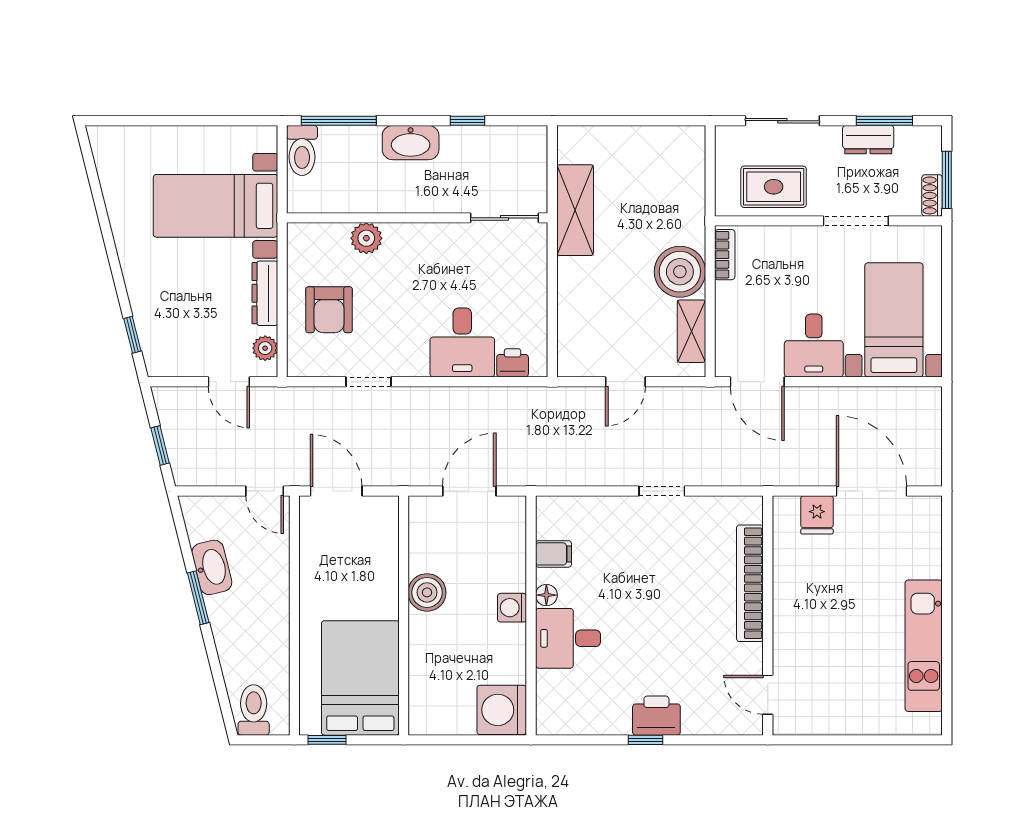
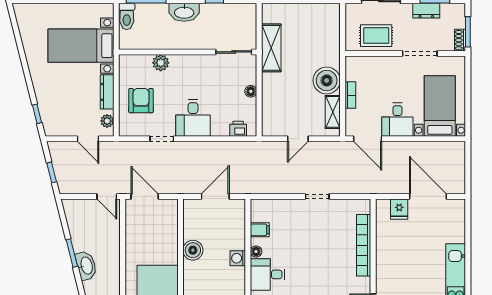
bookcase: (725, 255) -> (350, 95), moved
floor lamp: (537, 292) -> (251, 91), added
armchair: (329, 310) -> (141, 101), turned 180
desk: (462, 342) -> (193, 118), moved
washbasin: (212, 567) -> (86, 266), moved

